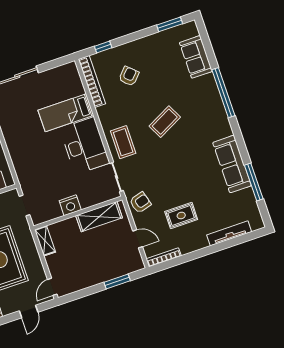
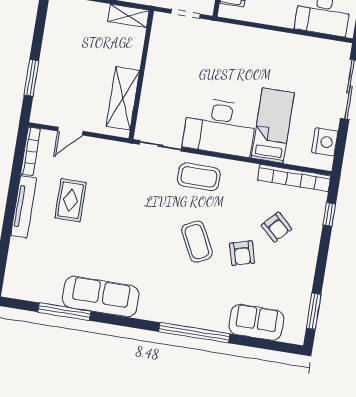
armchair: (140, 202) -> (242, 253), moved
nightstand: (70, 205) -> (325, 142), moved, turned 180
tv unit: (229, 233) -> (24, 207), moved

